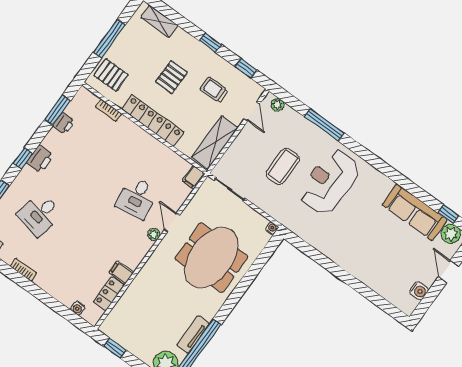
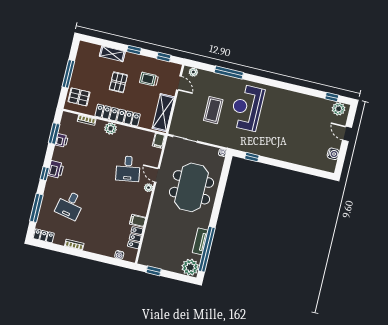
shelving: (159, 21) -> (112, 54), moved
plant: (136, 135) -> (111, 128), added
sofa: (415, 212) -> (310, 105), removed
window: (309, 250) -> (252, 157), added

